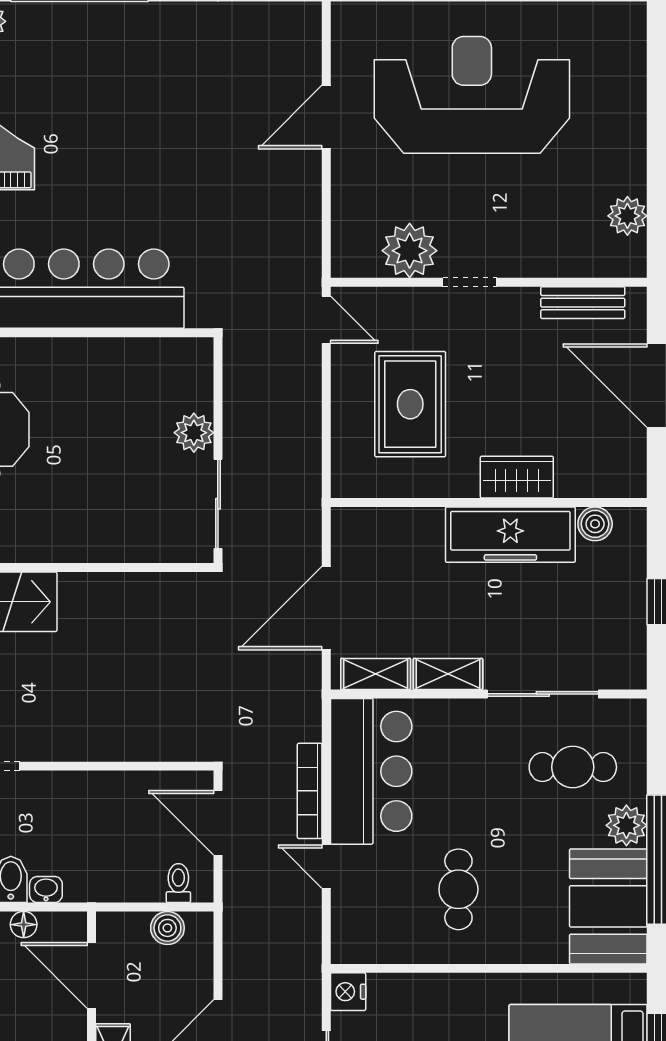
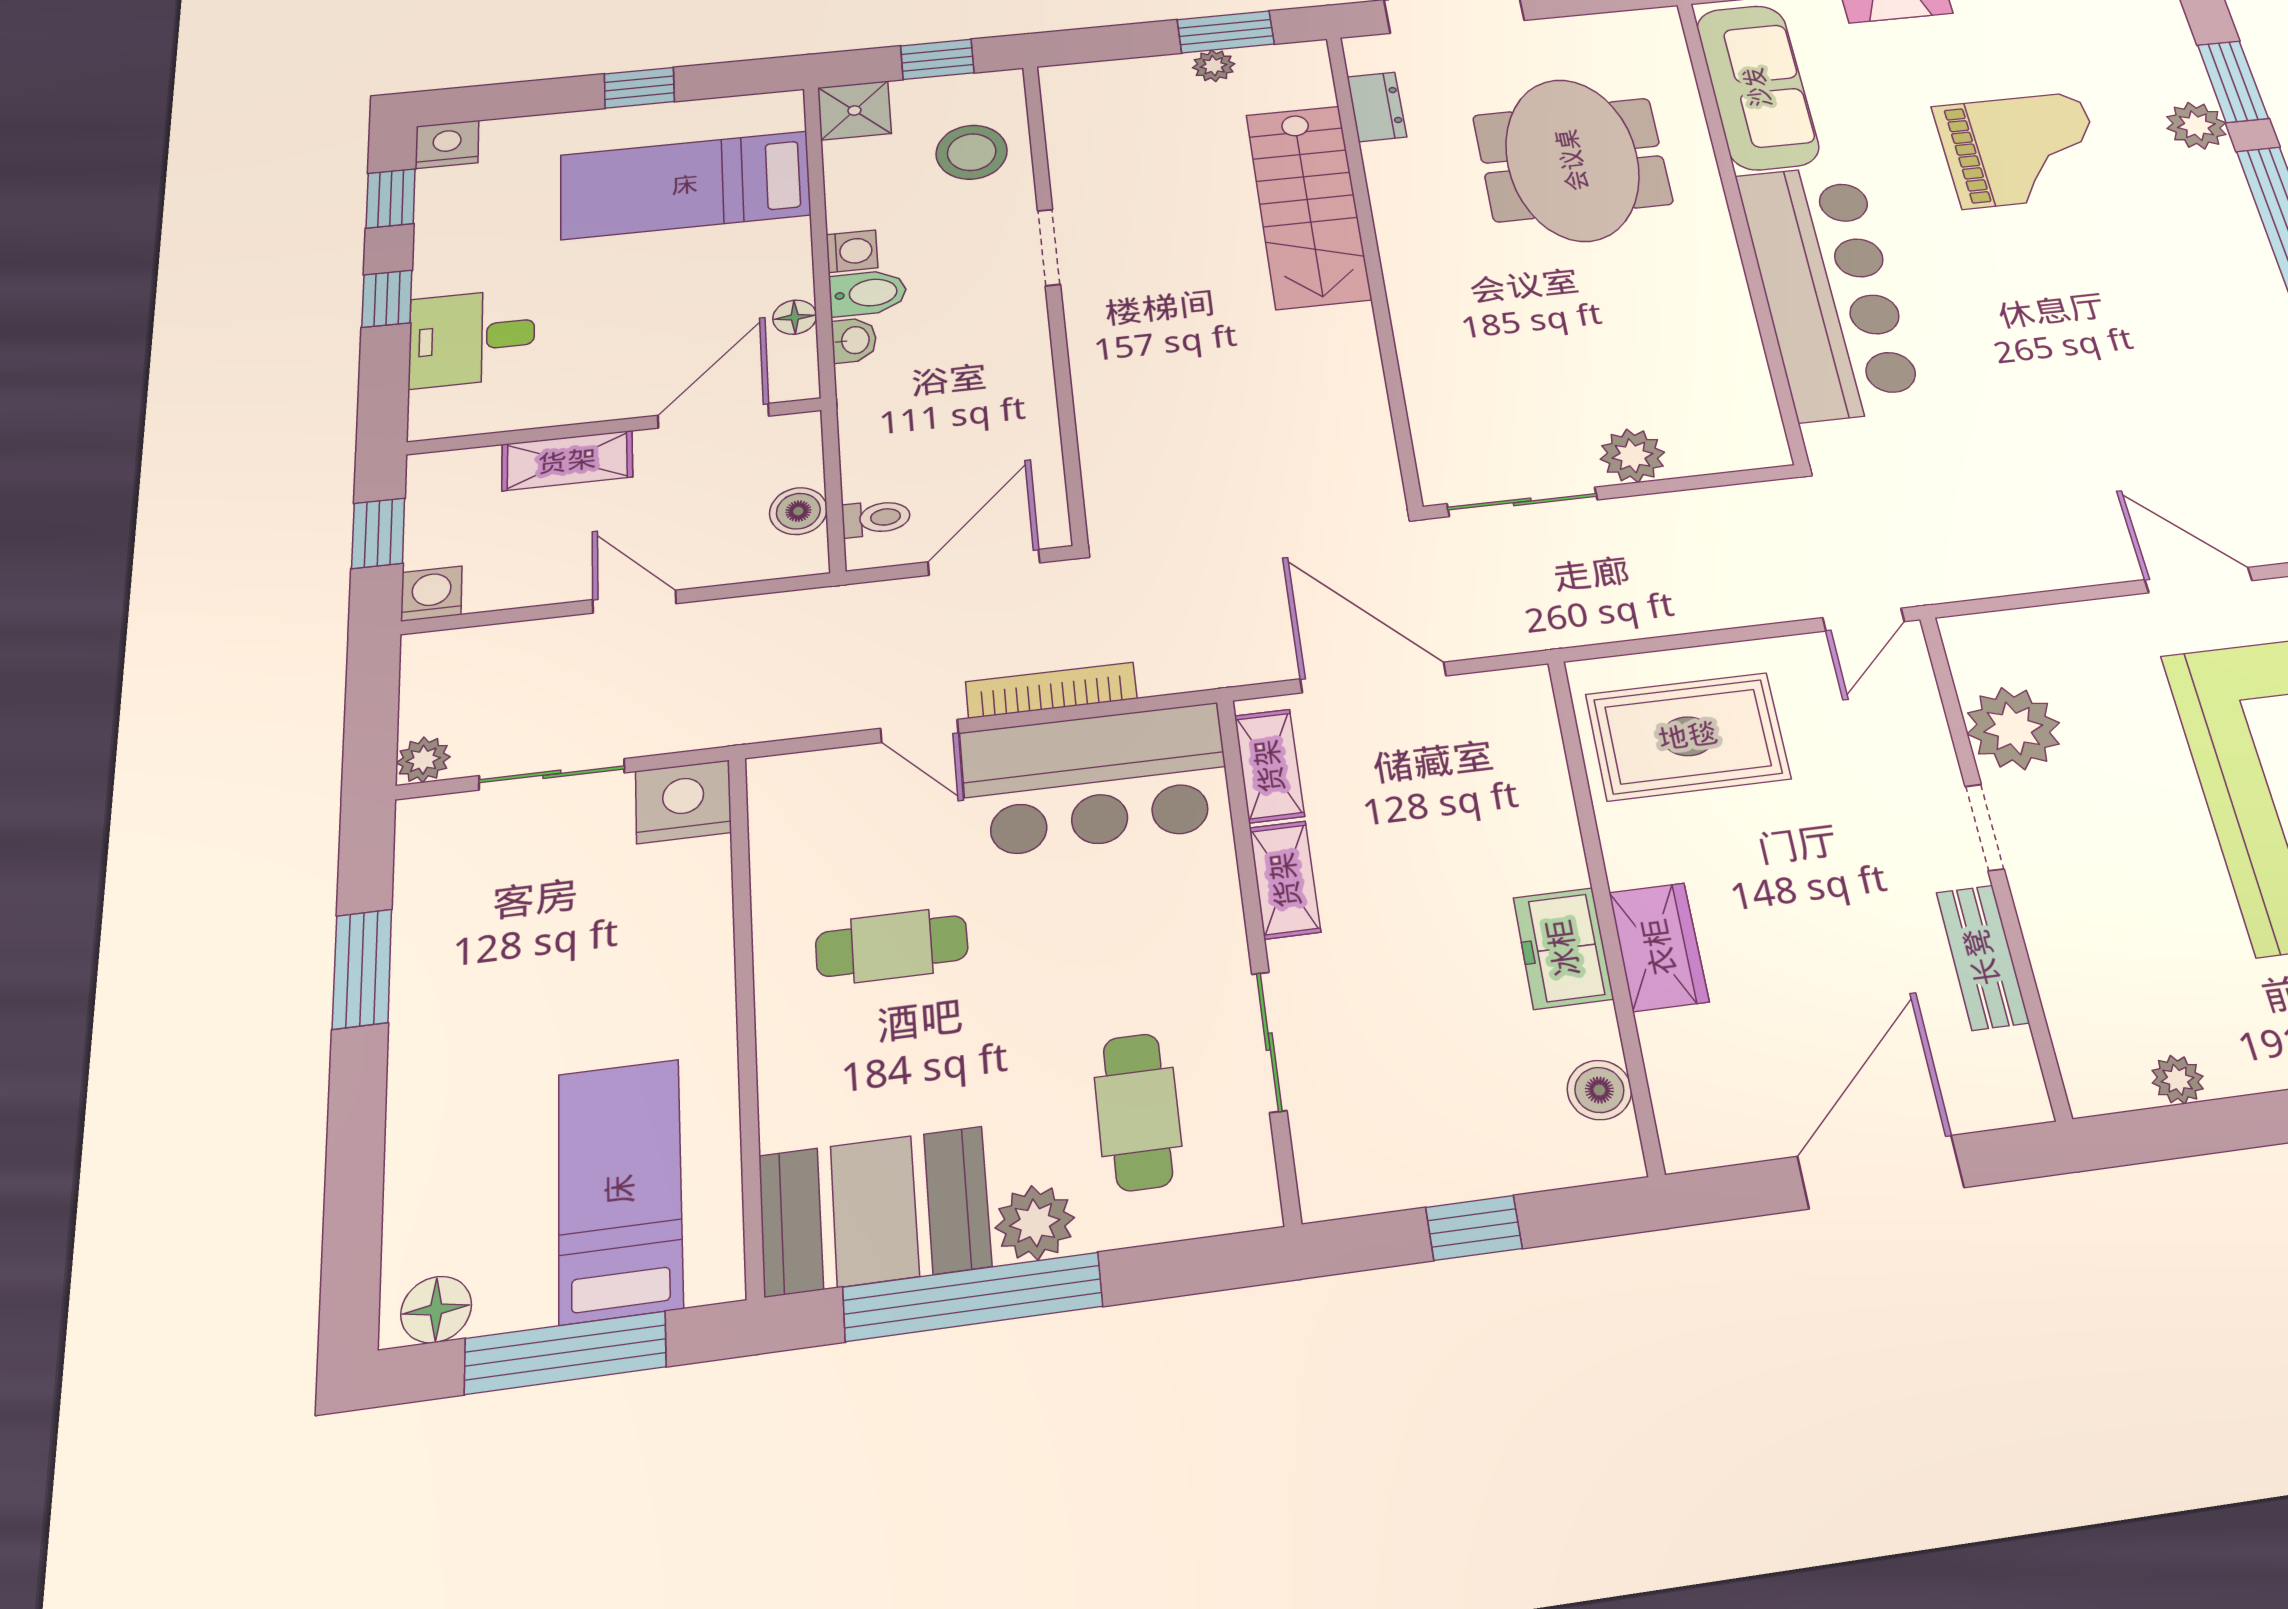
plant: (627, 216) -> (2178, 1080), width x0.73, depth x0.73
bench: (583, 303) -> (1982, 957), moved
rug: (410, 404) -> (1688, 736), moved
freezer: (510, 535) -> (1563, 948), width x0.52, depth x0.79
sliding door: (543, 694) -> (1269, 1042), width x0.73
door: (326, 867) -> (919, 731), swing flipped
nightstand: (348, 992) -> (683, 802), width x1.36, depth x1.33

